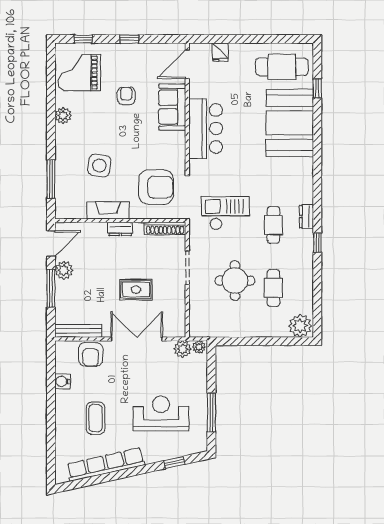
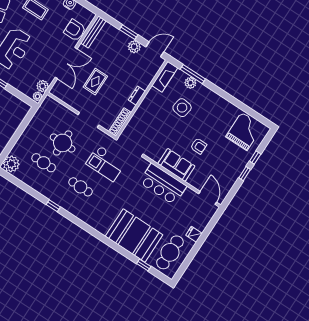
window: (83, 39) -> (255, 158), moved
fridge: (220, 52) -> (194, 234), moved
armchair: (126, 96) -> (199, 146), moved
sofa: (172, 107) -> (176, 165), moved
plant: (63, 116) -> (190, 83), moved
armchair: (156, 187) -> (148, 133), removed
fireplace: (108, 210) -> (165, 77), moved
checkout: (225, 213) -> (106, 163), turned 90
dresser: (306, 217) -> (73, 209), removed
door: (51, 244) -> (155, 49), swing flipped
window: (51, 288) -> (129, 32), width x0.69

